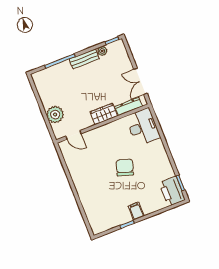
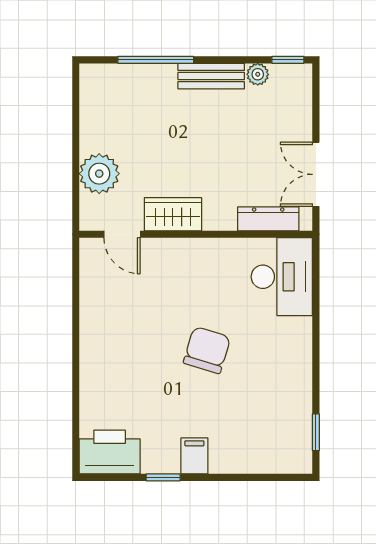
wardrobe: (104, 114) -> (173, 214), moved
printer: (172, 191) -> (110, 452), moved, turned 90

